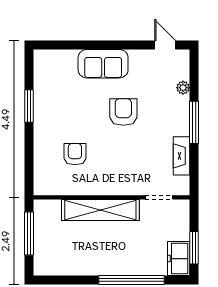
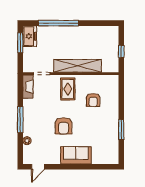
door: (165, 45) -> (38, 167), hinge flipped
fireplace: (182, 156) -> (28, 87), moved
rug: (116, 172) -> (68, 89), added
window: (29, 234) -> (121, 51), width x0.46

